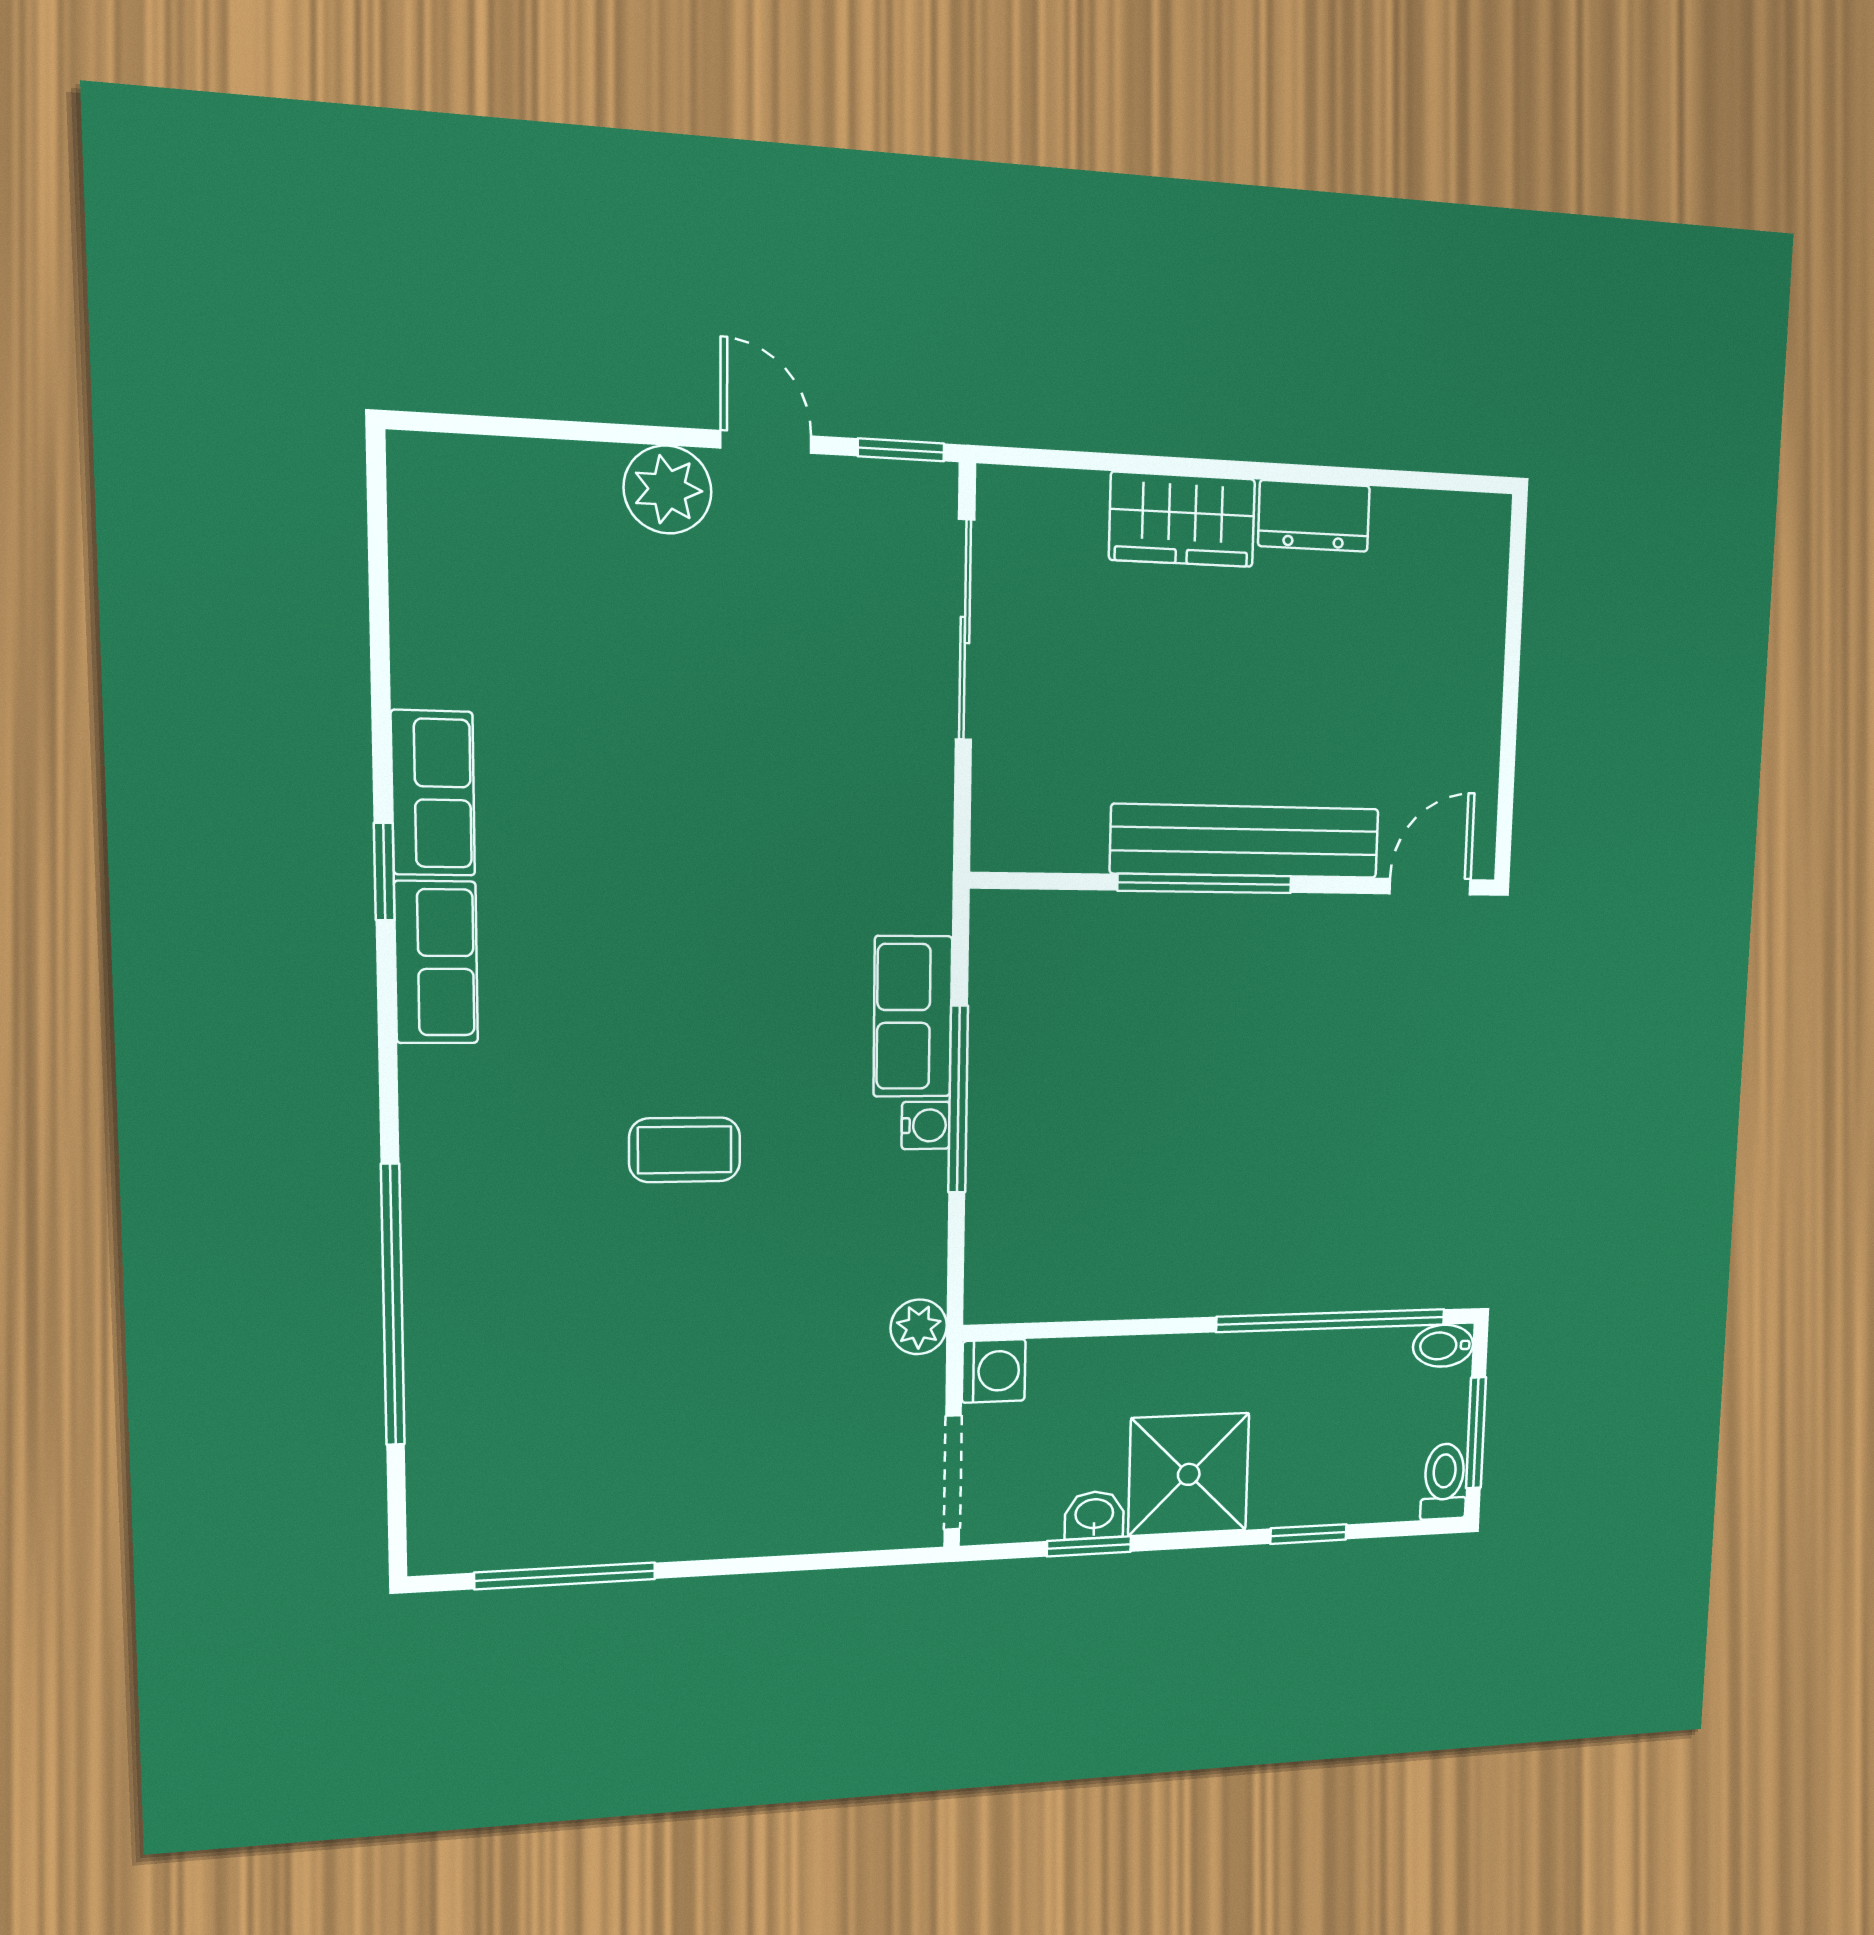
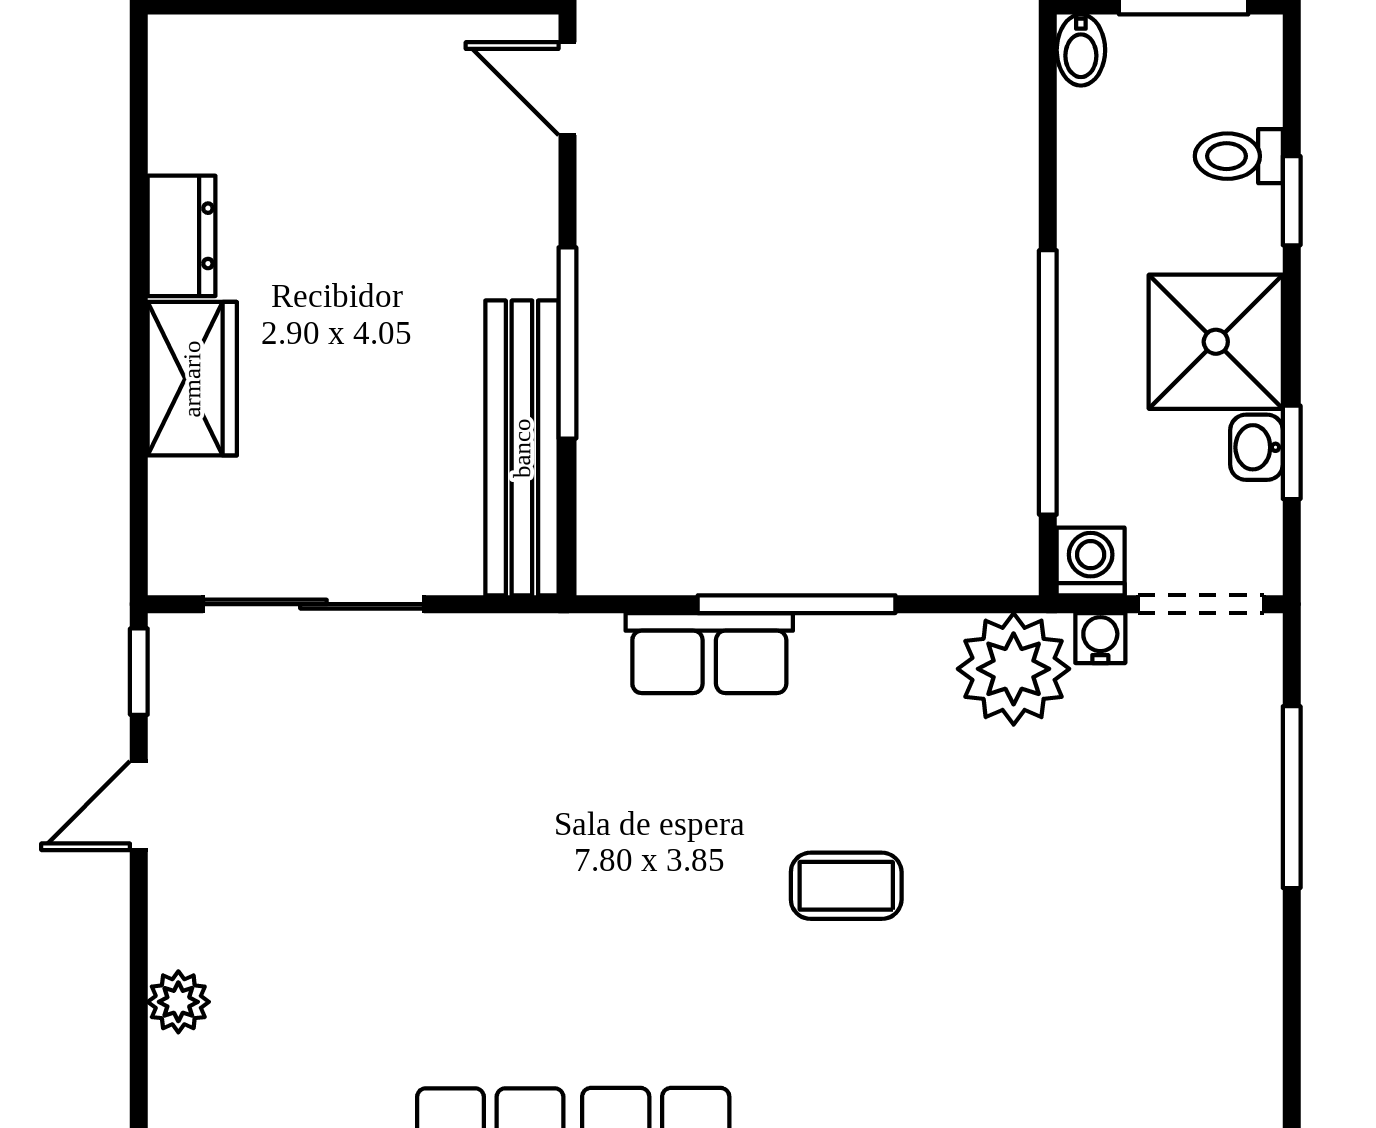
plant: (668, 490) -> (178, 1002), moved, width x0.73, depth x0.73
bench: (1245, 841) -> (522, 448), moved
water cooler: (926, 1125) -> (1100, 638), moved
coffee table: (685, 1150) -> (846, 886), turned 90
window: (1331, 1321) -> (1048, 382), moved
plant: (919, 1327) -> (1014, 669), width x1.88, depth x1.88
toilet: (1444, 1481) -> (1239, 156), moved
window: (565, 1576) -> (1292, 797), moved

